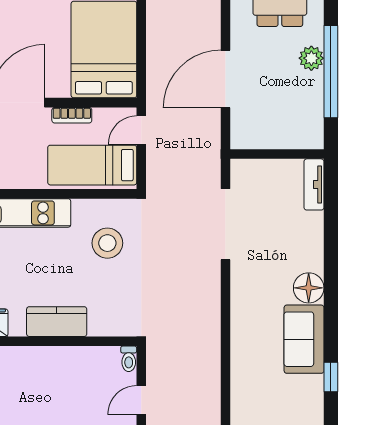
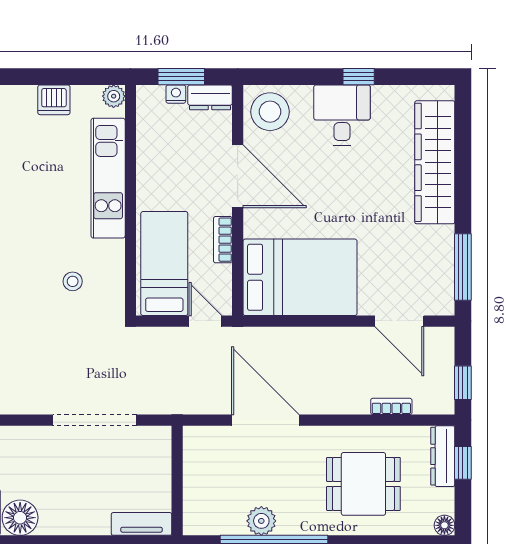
plant: (311, 58) -> (261, 521), moved
stool: (107, 243) -> (73, 281), width x0.53, depth x0.53

